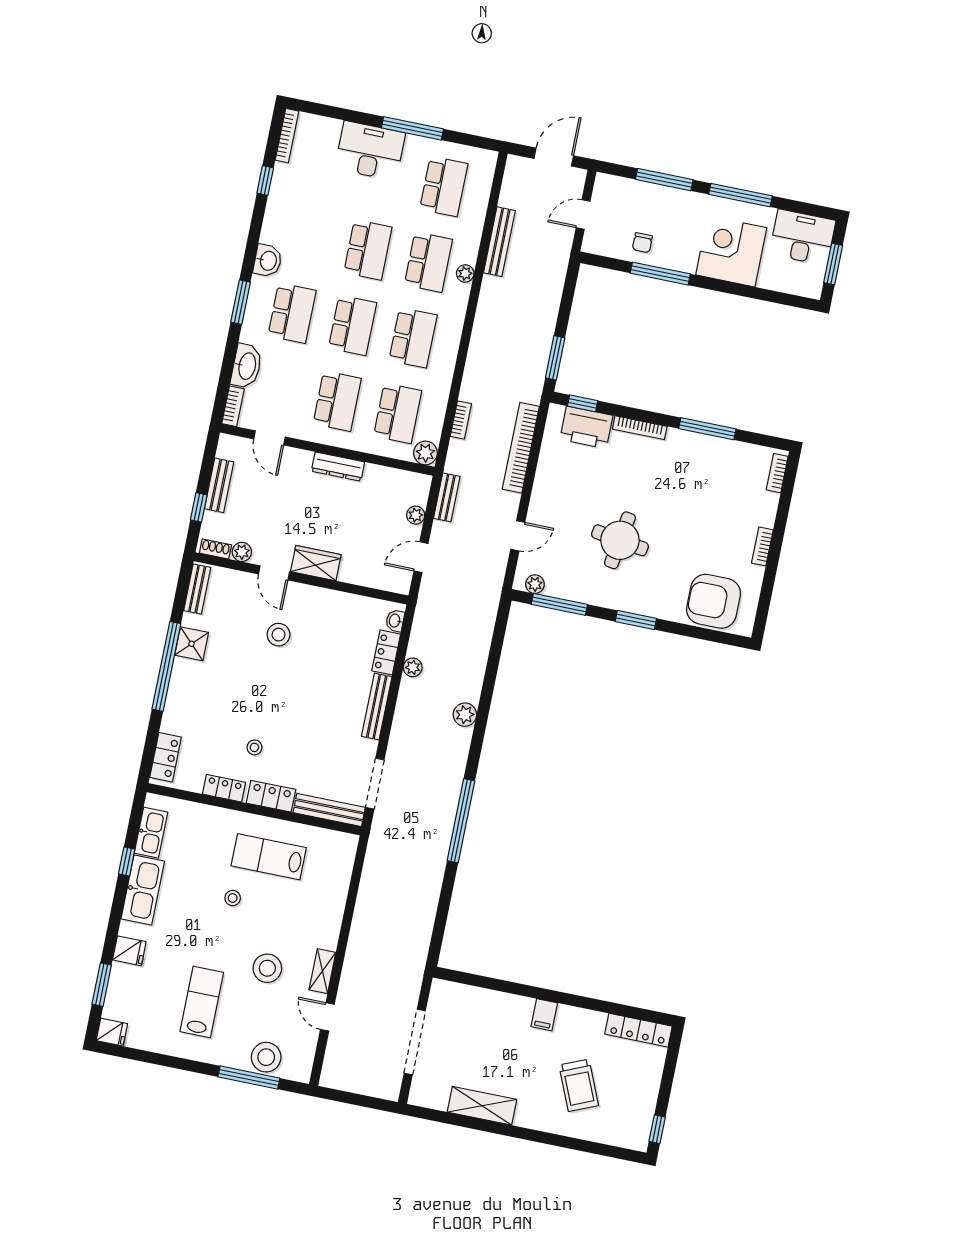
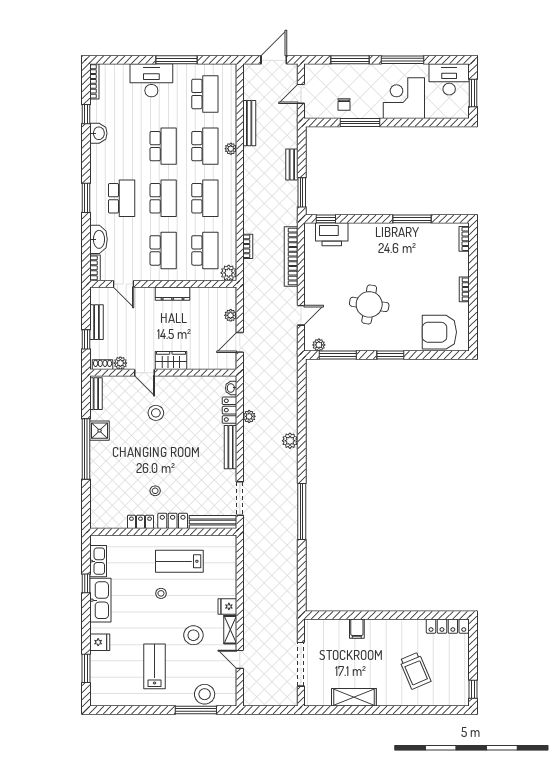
washbasin: (268, 261) -> (98, 133), moved
bookcase: (640, 428) -> (367, 227), removed
bench: (447, 497) -> (292, 164), moved
locker: (166, 757) -> (98, 509), removed
filing cabinet: (544, 1015) -> (357, 629), moved
fridge: (112, 1032) -> (227, 606), moved, turned 180

